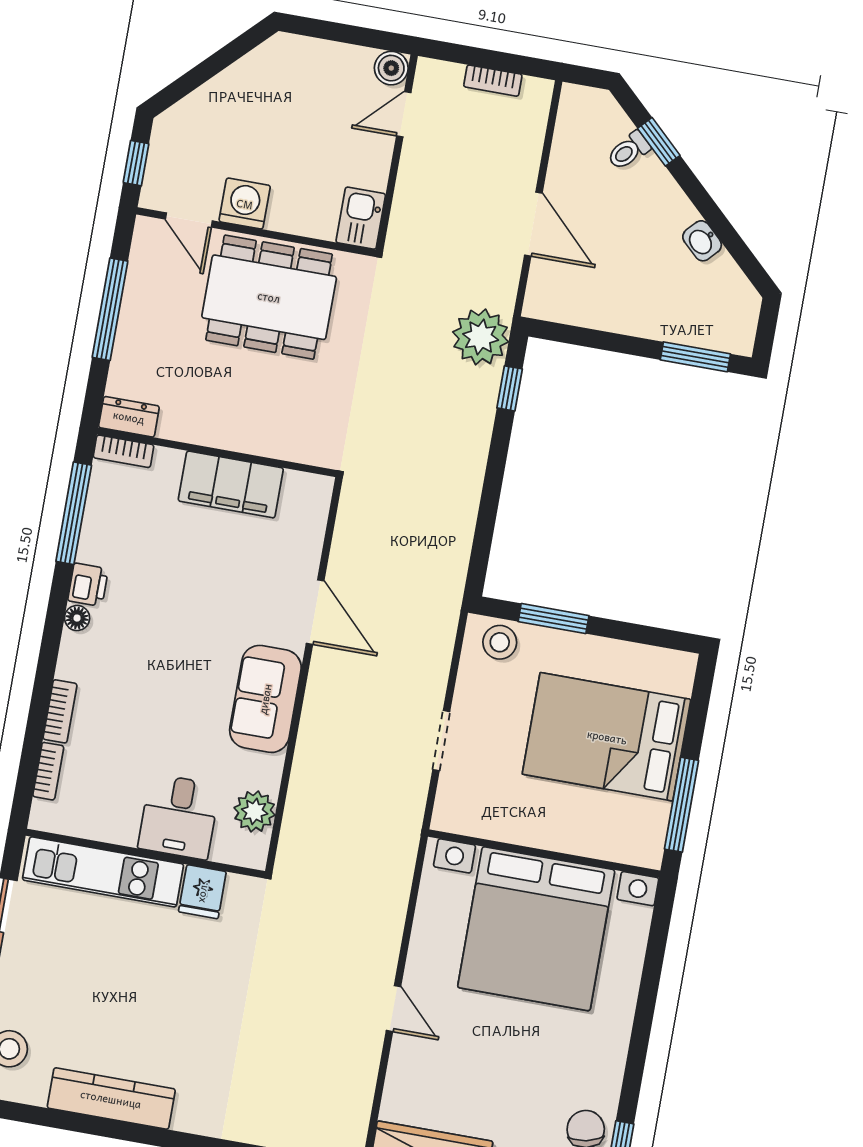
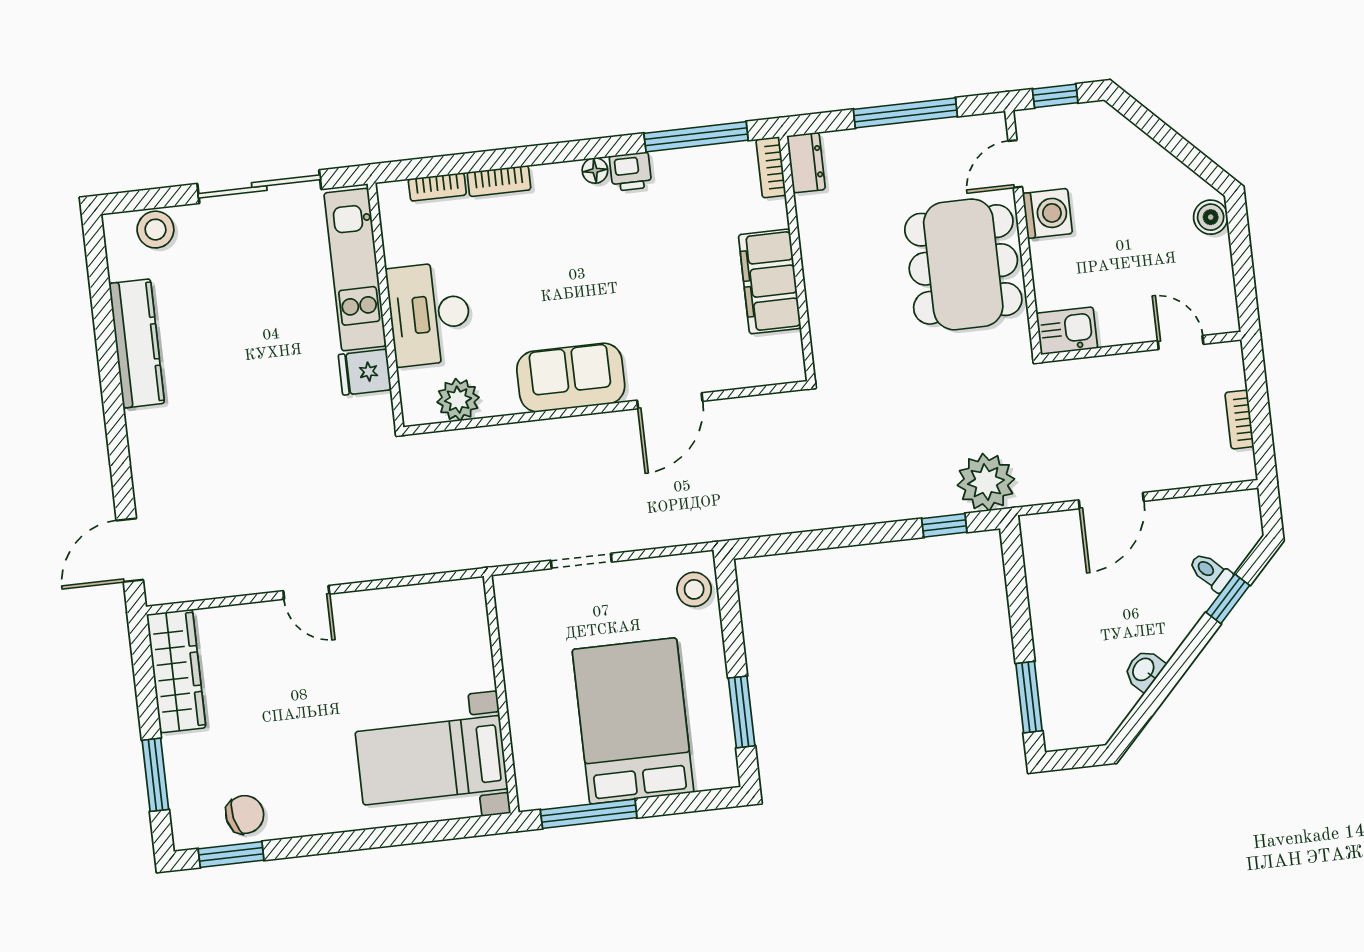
boiler: (391, 68) -> (1211, 217), moved
window: (554, 619) -> (742, 712), moved
desk: (179, 817) -> (429, 314), width x1.37
bed with nightstands: (536, 929) -> (431, 760), width x0.54
door: (394, 1009) -> (306, 592), hinge flipped

